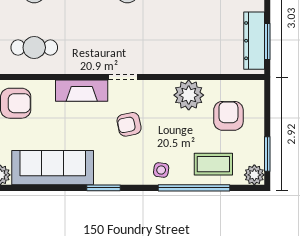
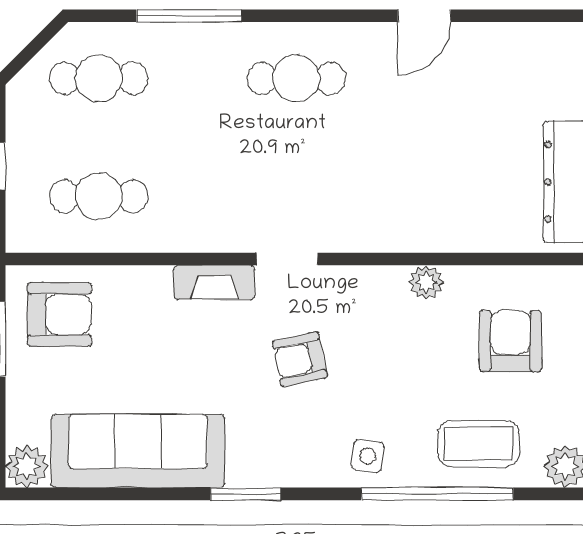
fireplace: (82, 91) -> (214, 282), width x0.73, depth x0.76
plant: (189, 95) -> (426, 282), width x0.53, depth x0.53

